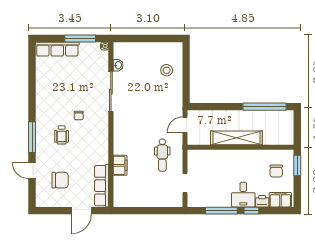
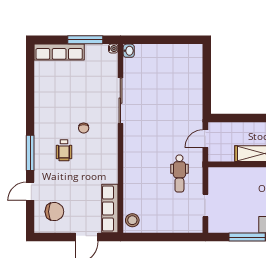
washbasin: (118, 65) -> (129, 51), moved
stool: (167, 70) -> (132, 220), moved
filing cabinet: (120, 165) -> (131, 185), removed
door: (32, 171) -> (30, 191), hinge flipped
chair: (60, 180) -> (54, 212), moved

